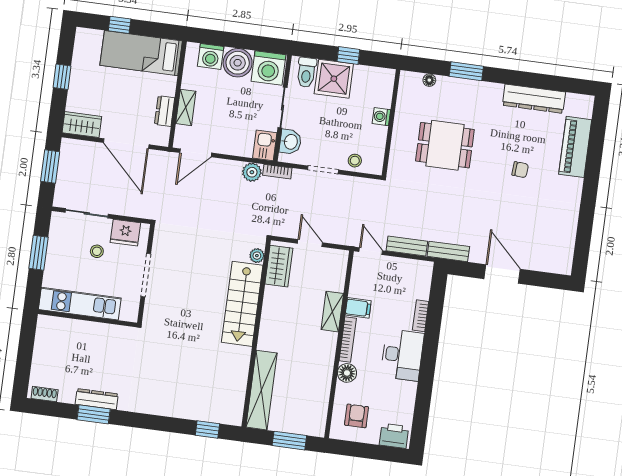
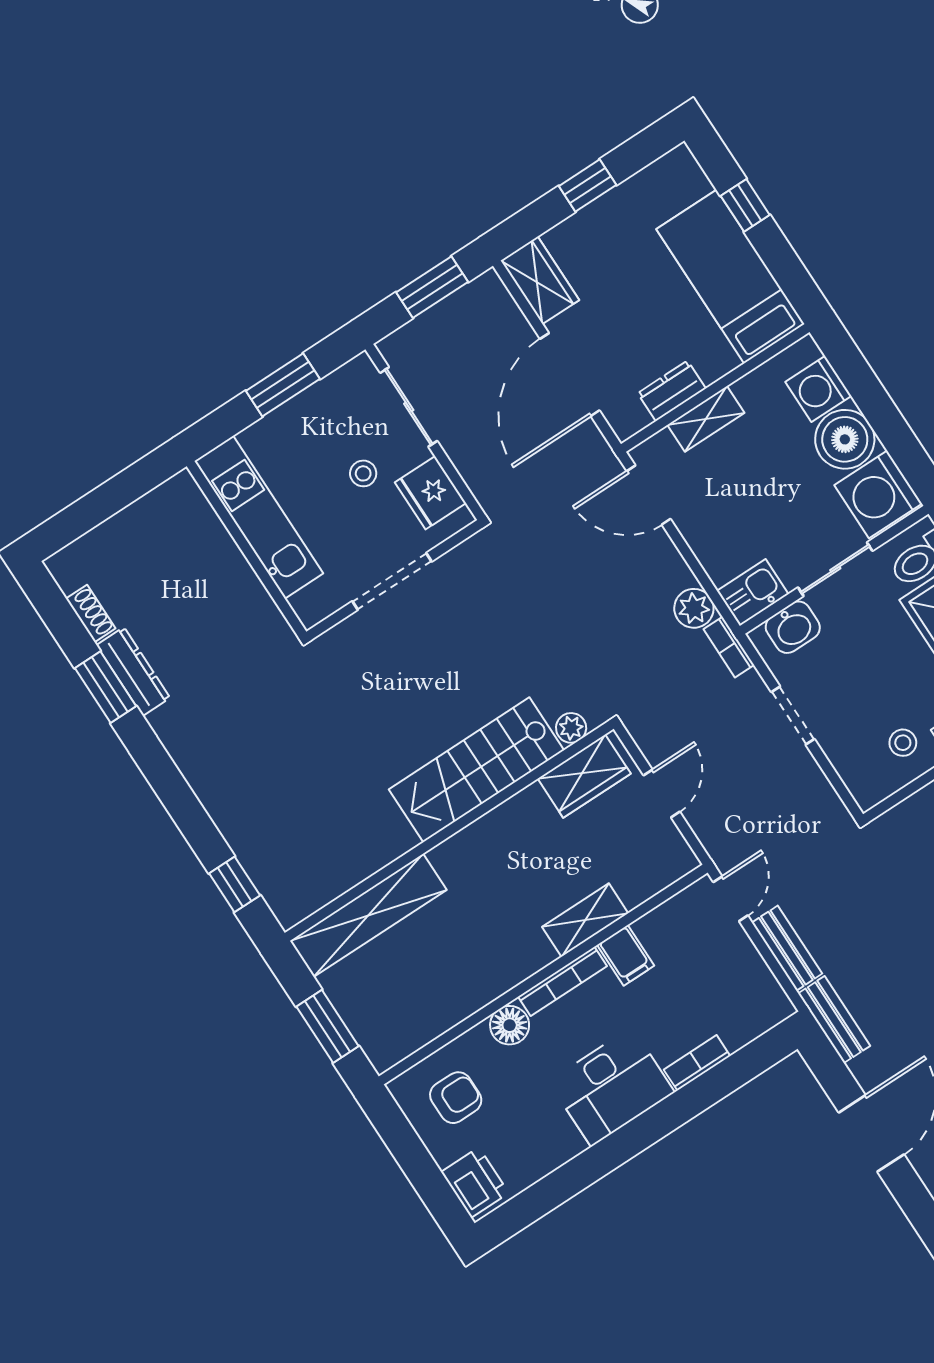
stool: (355, 161) -> (903, 743), moved
shoe rack: (45, 394) -> (91, 614), moved

